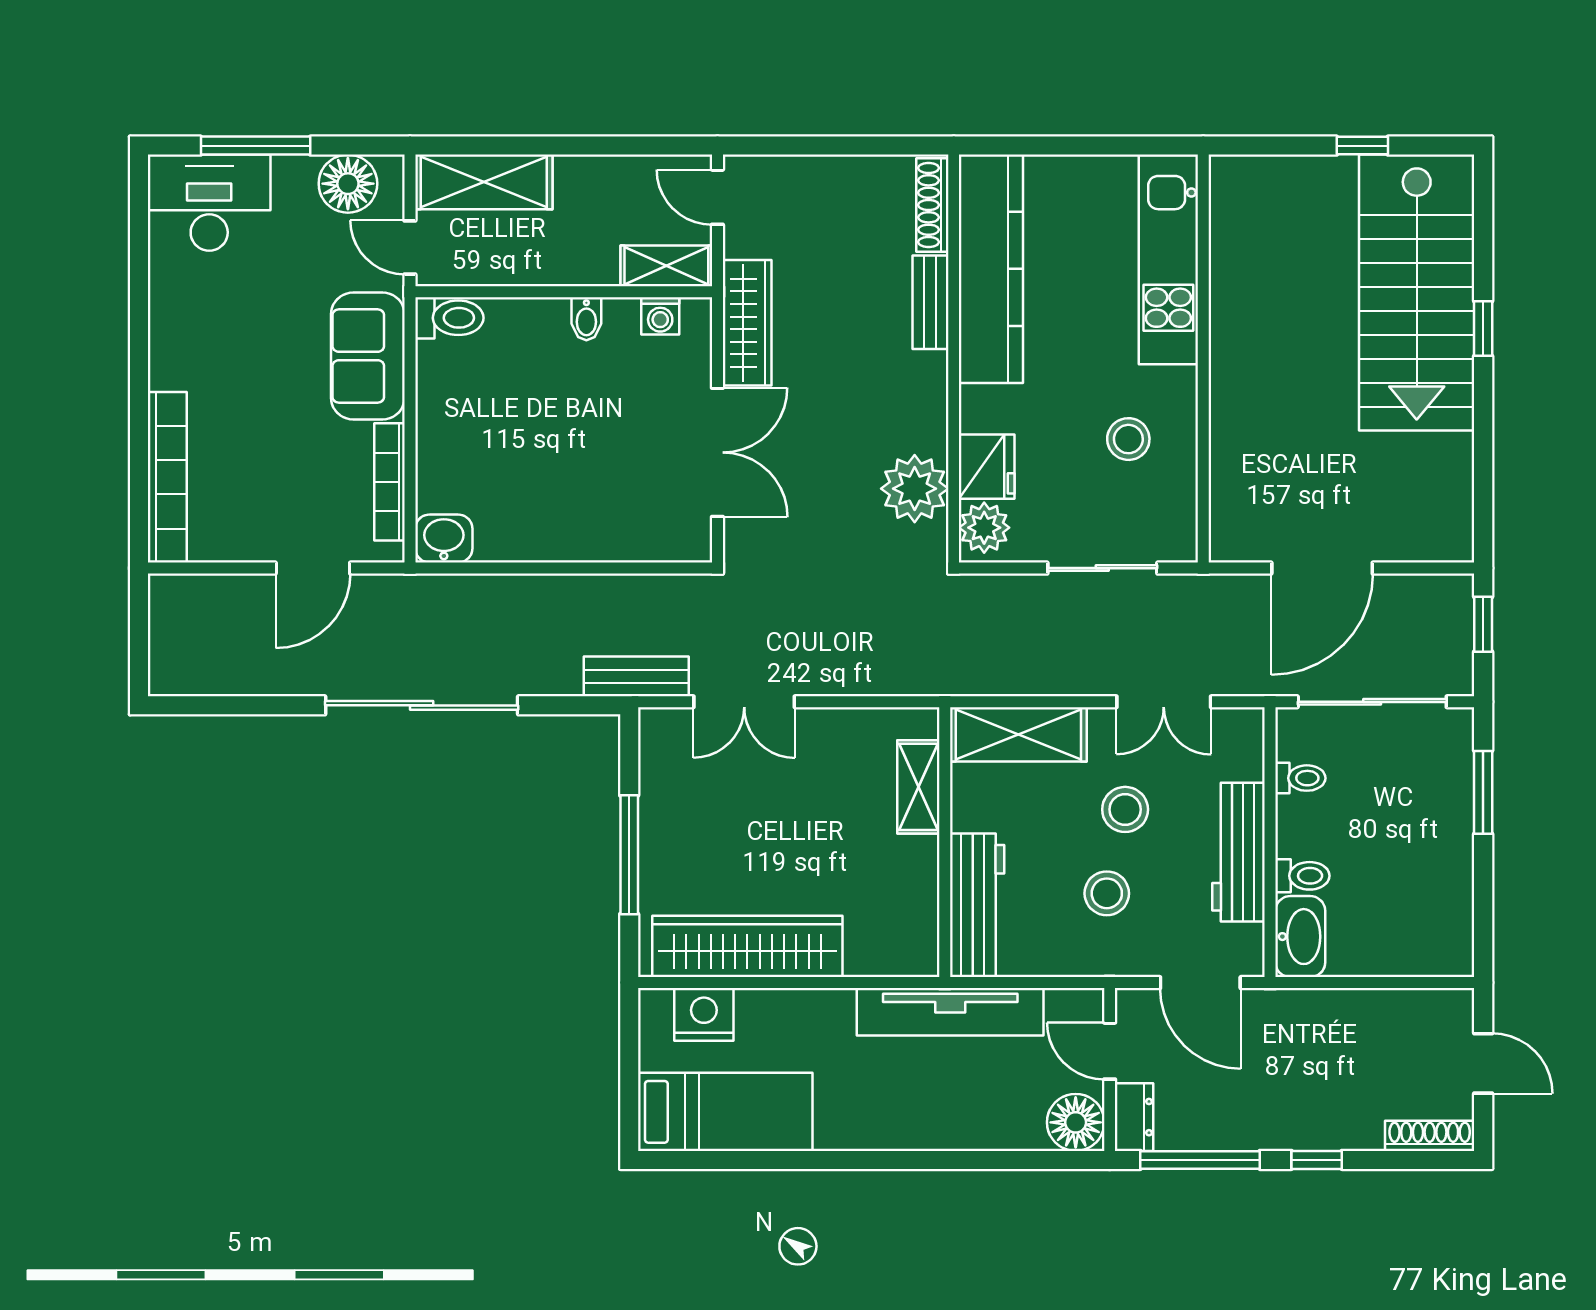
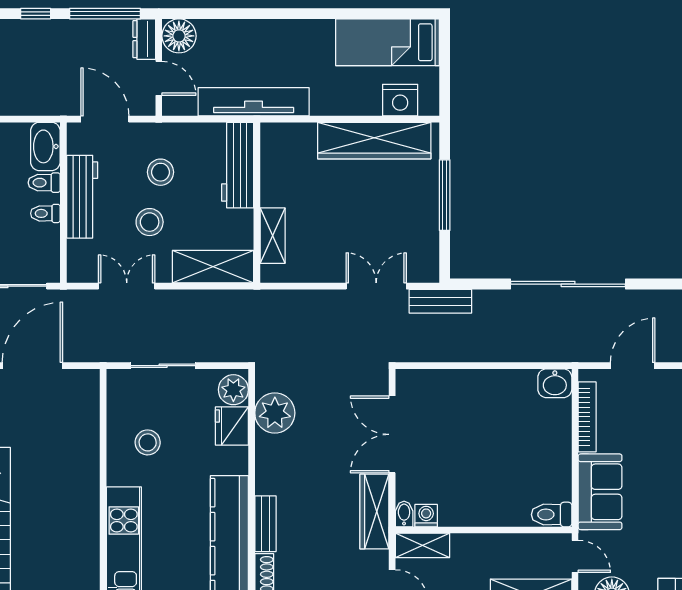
bidet: (586, 319) -> (404, 514), moved
toilet: (1300, 778) -> (45, 213), moved

